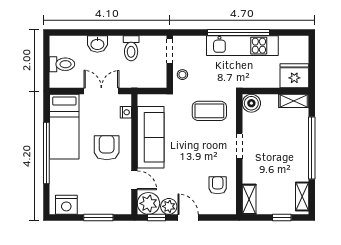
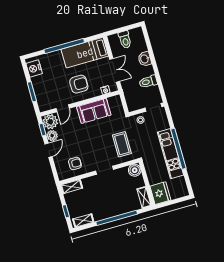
sofa: (151, 137) -> (94, 111), width x0.73

